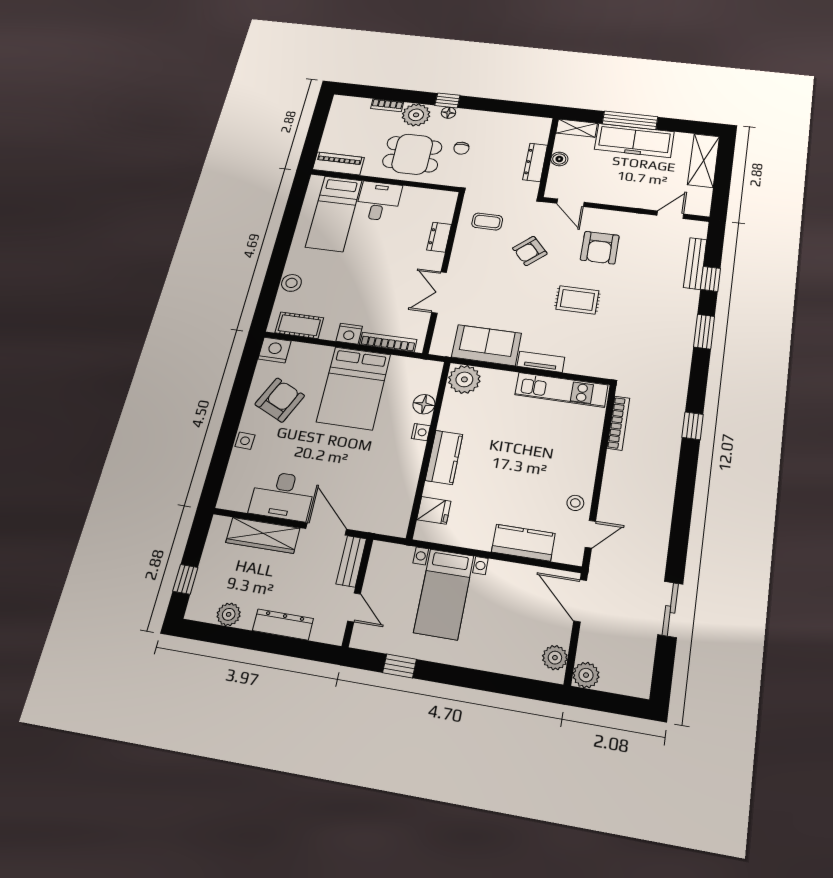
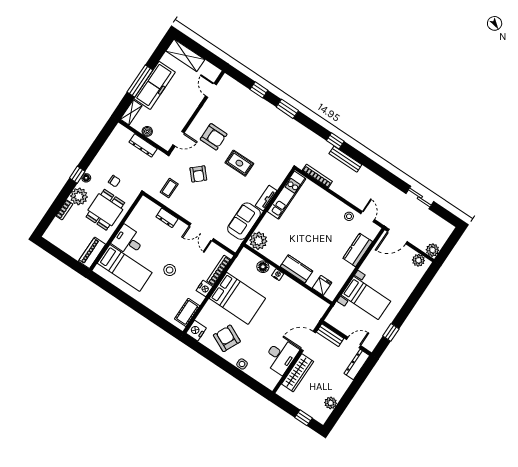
bench: (695, 263) -> (345, 159), moved
stool: (291, 283) -> (170, 270), moved
rug: (577, 300) -> (239, 163), turned 90
dresser: (283, 625) -> (357, 365), moved

